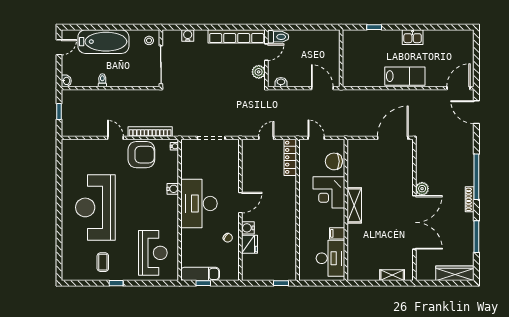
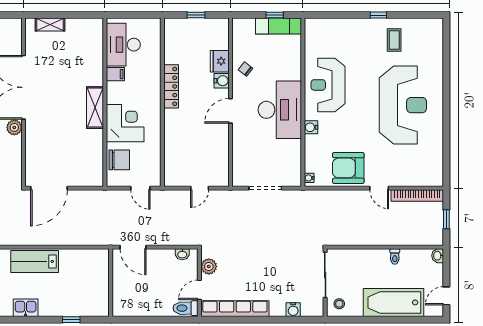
bookcase: (150, 132) -> (417, 195), moved
locker: (290, 157) -> (171, 86), moved
reception desk: (153, 253) -> (328, 85), moved
window: (281, 283) -> (196, 15), moved

